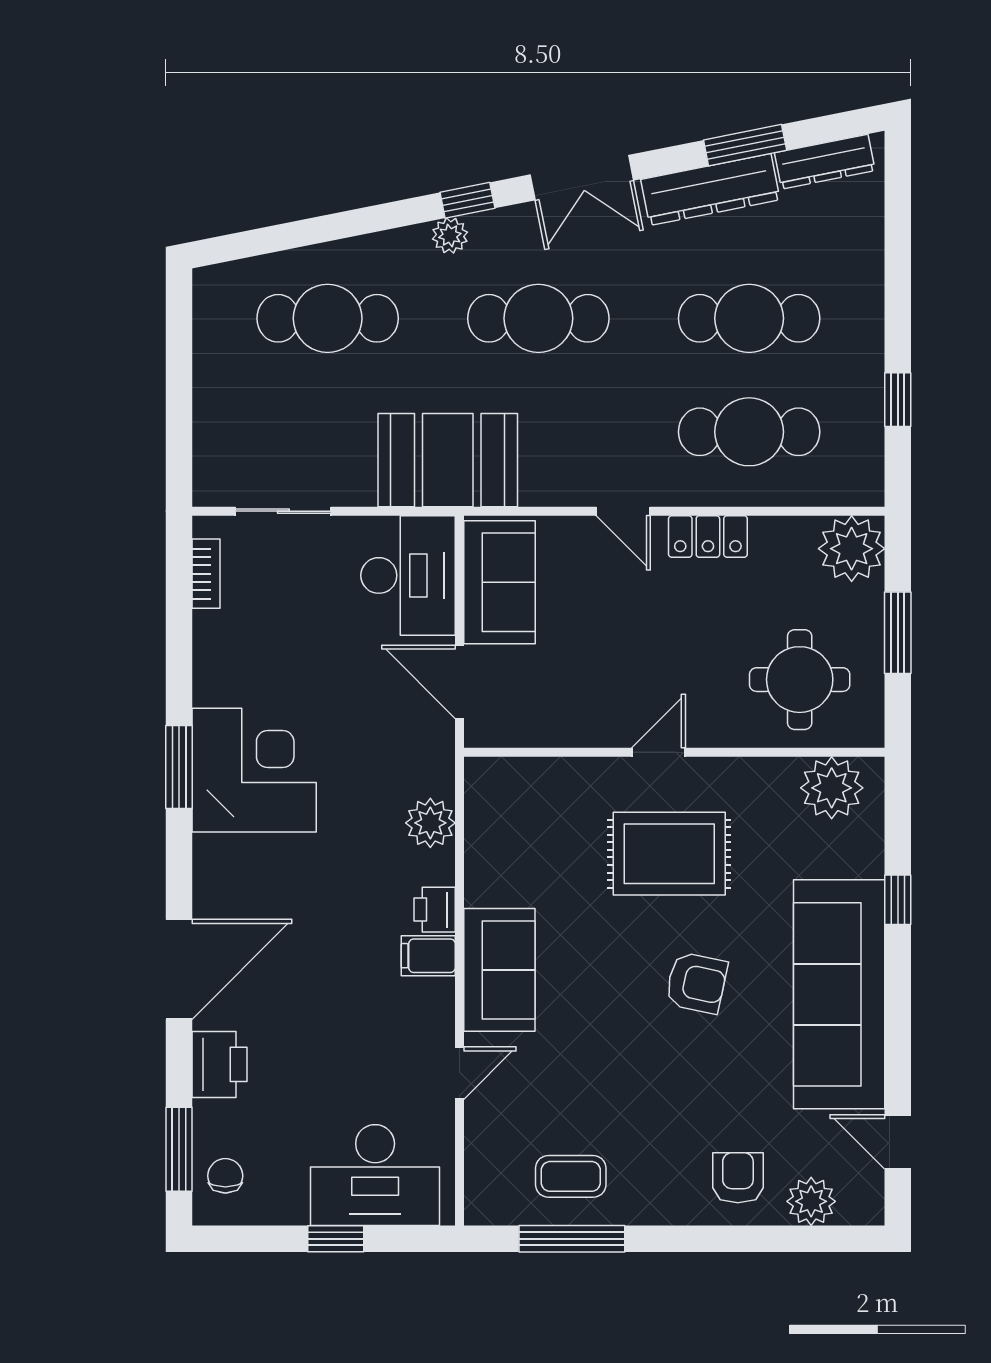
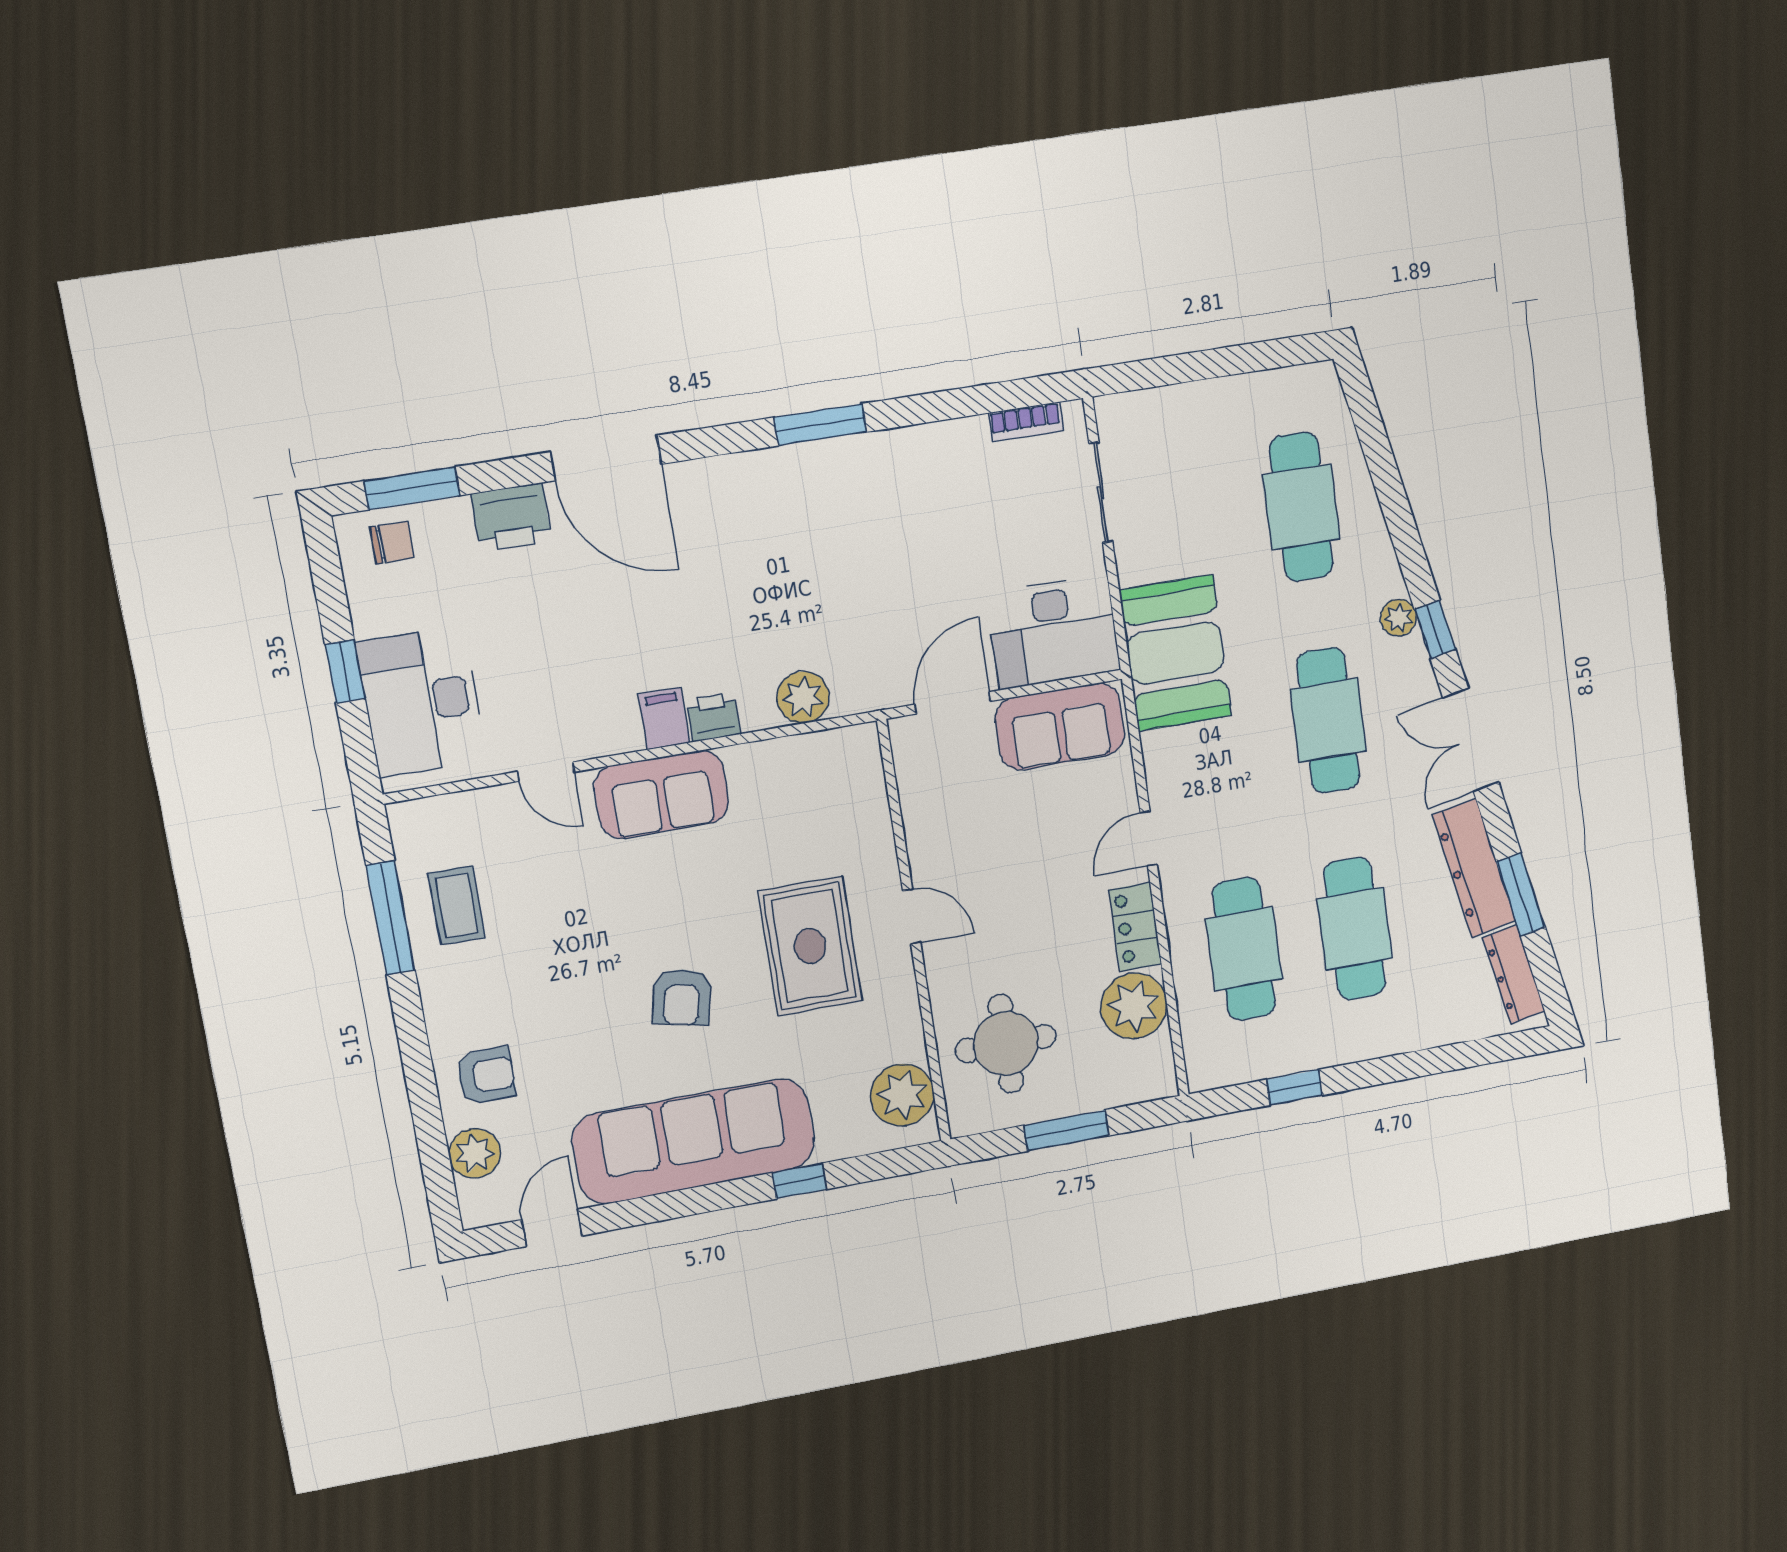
plant: (852, 549) -> (1134, 1006), moved
corner desk: (254, 770) -> (829, 505), removed

